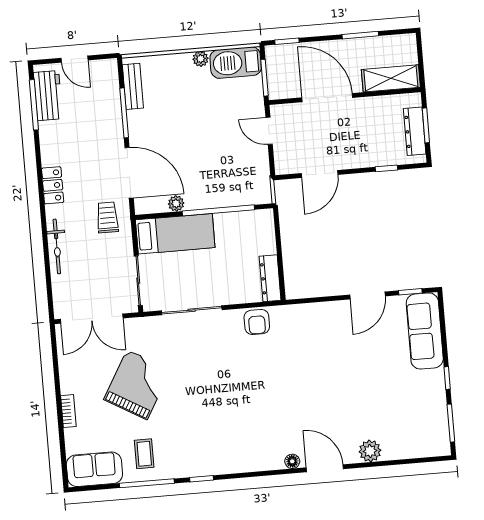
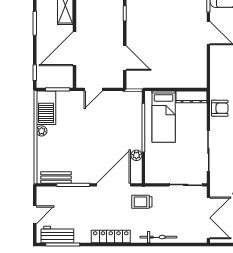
locker: (53, 185) -> (111, 236), width x1.53
bed: (175, 234) -> (164, 117), moved, turned 180

